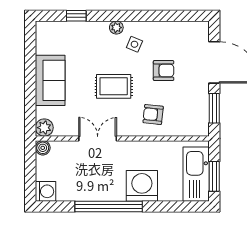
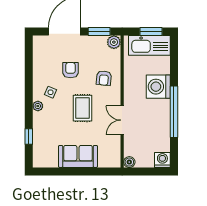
plant: (44, 128) -> (114, 42), moved

